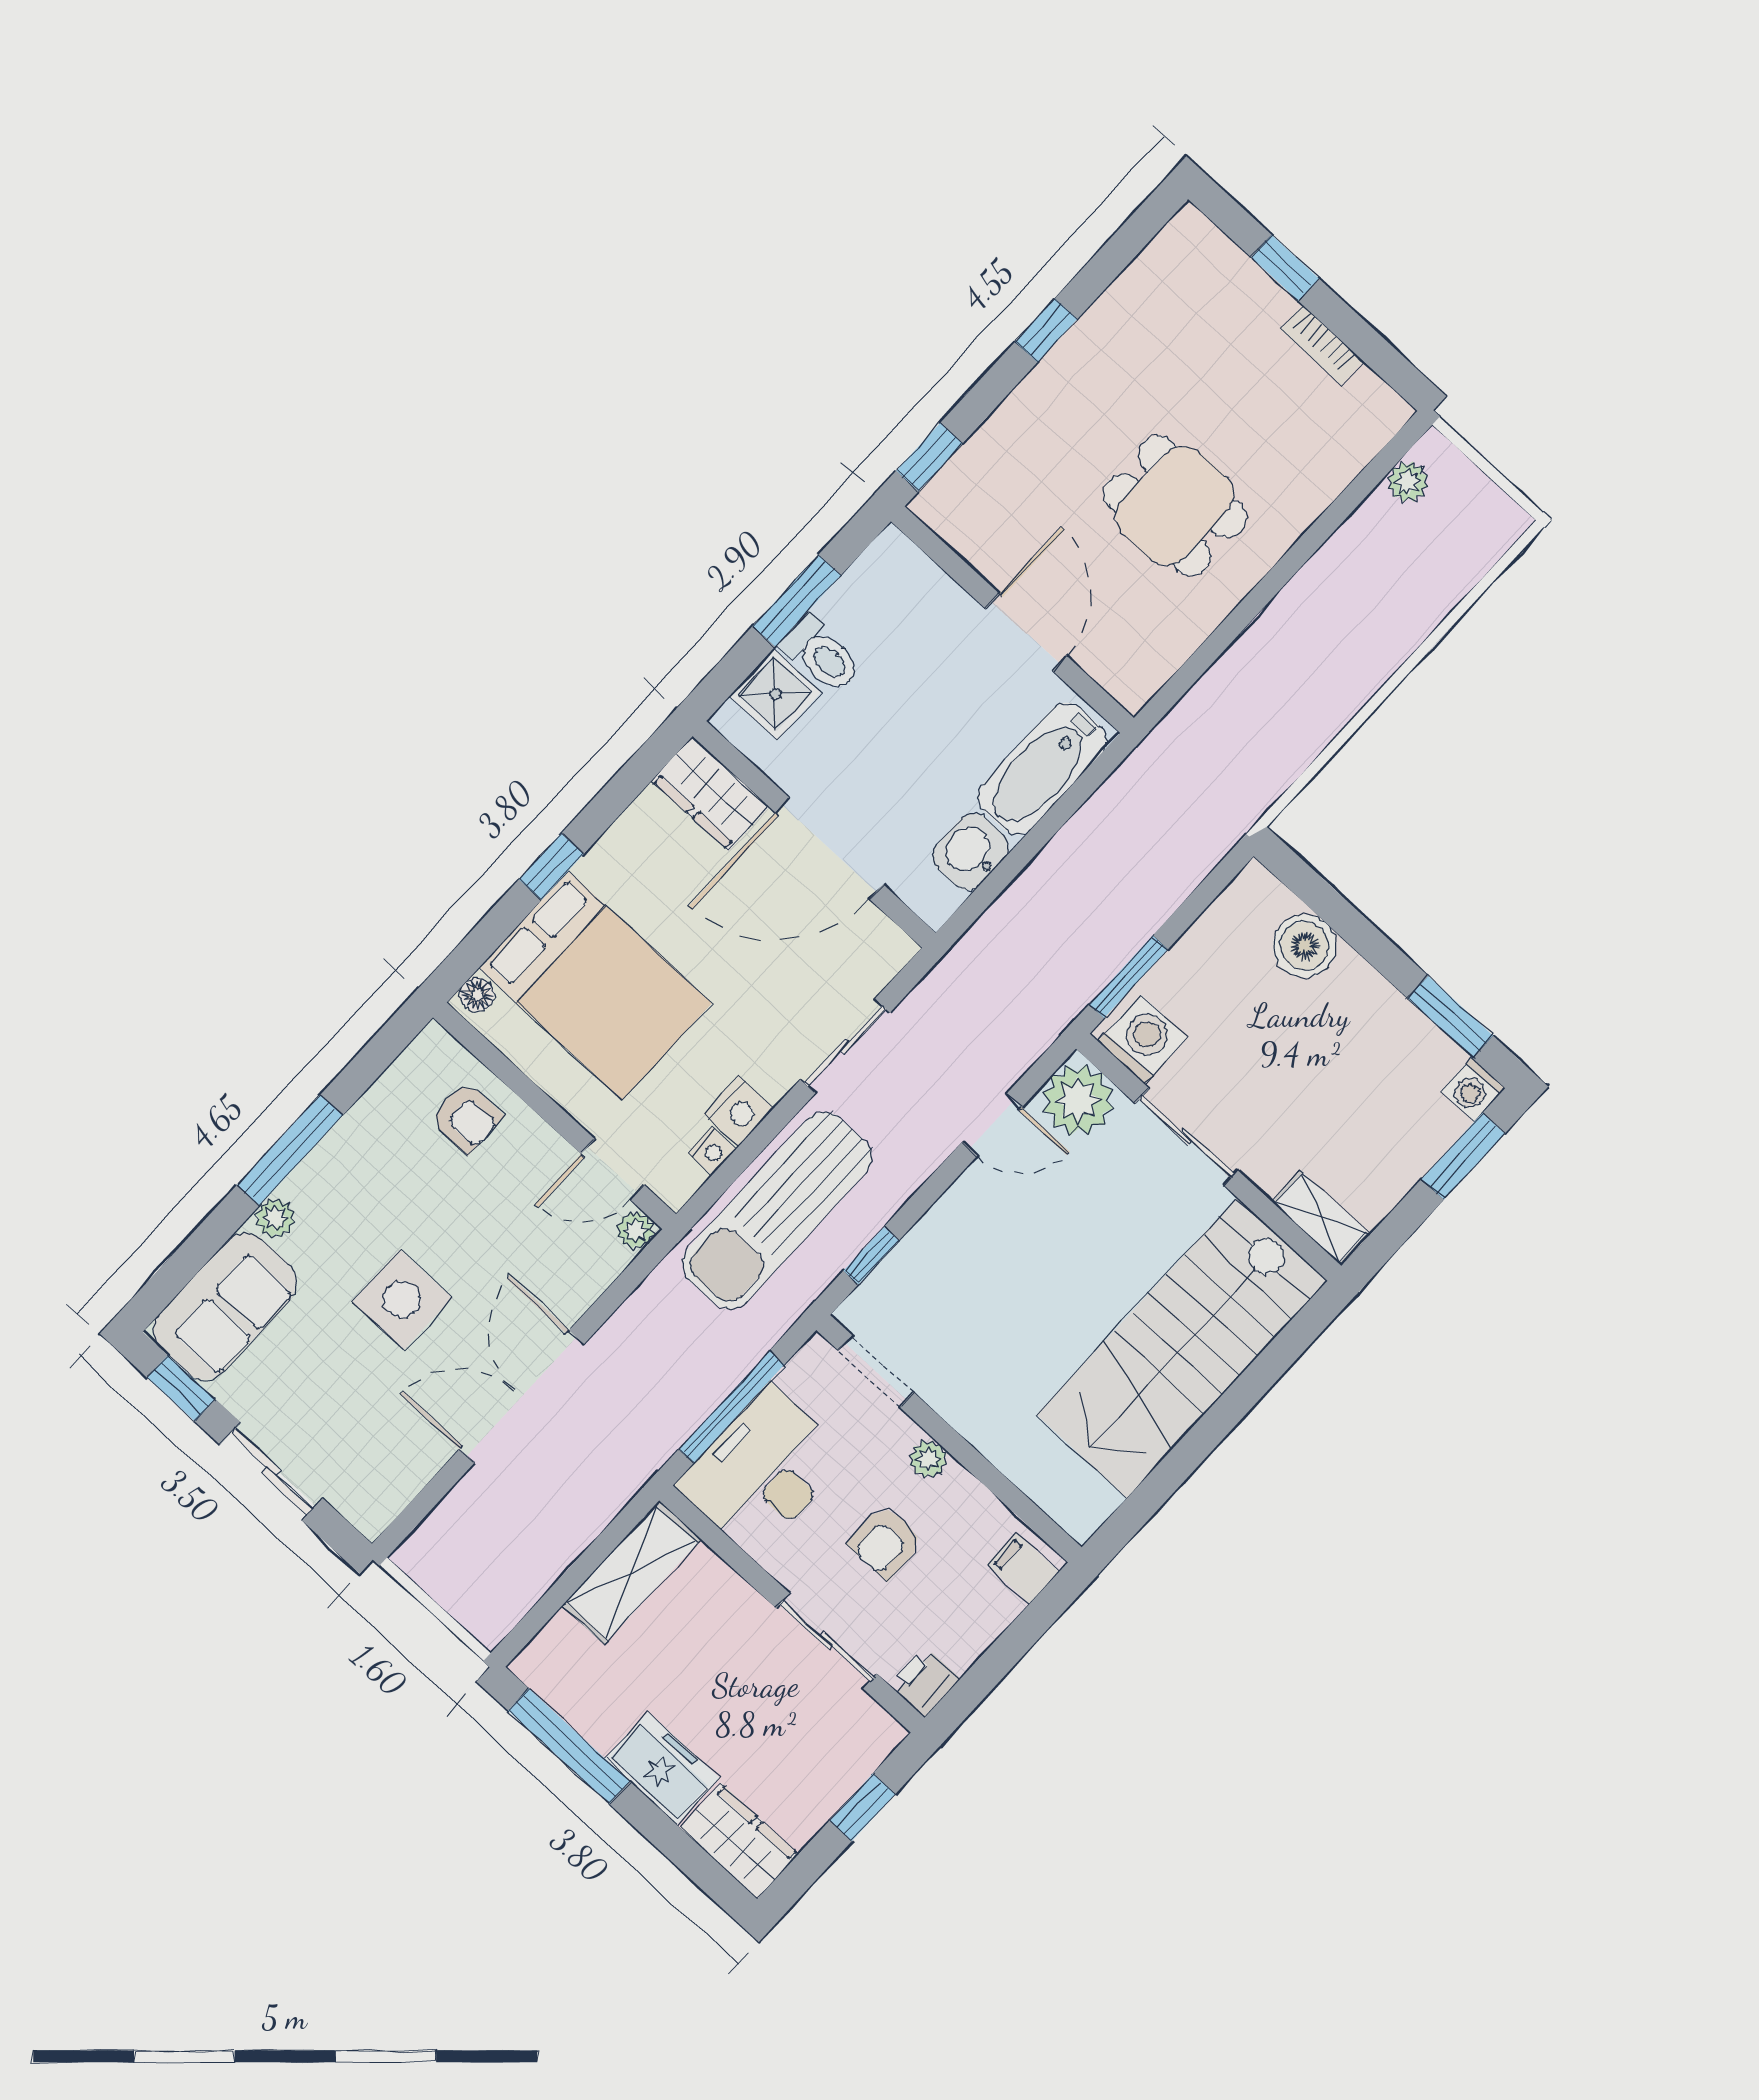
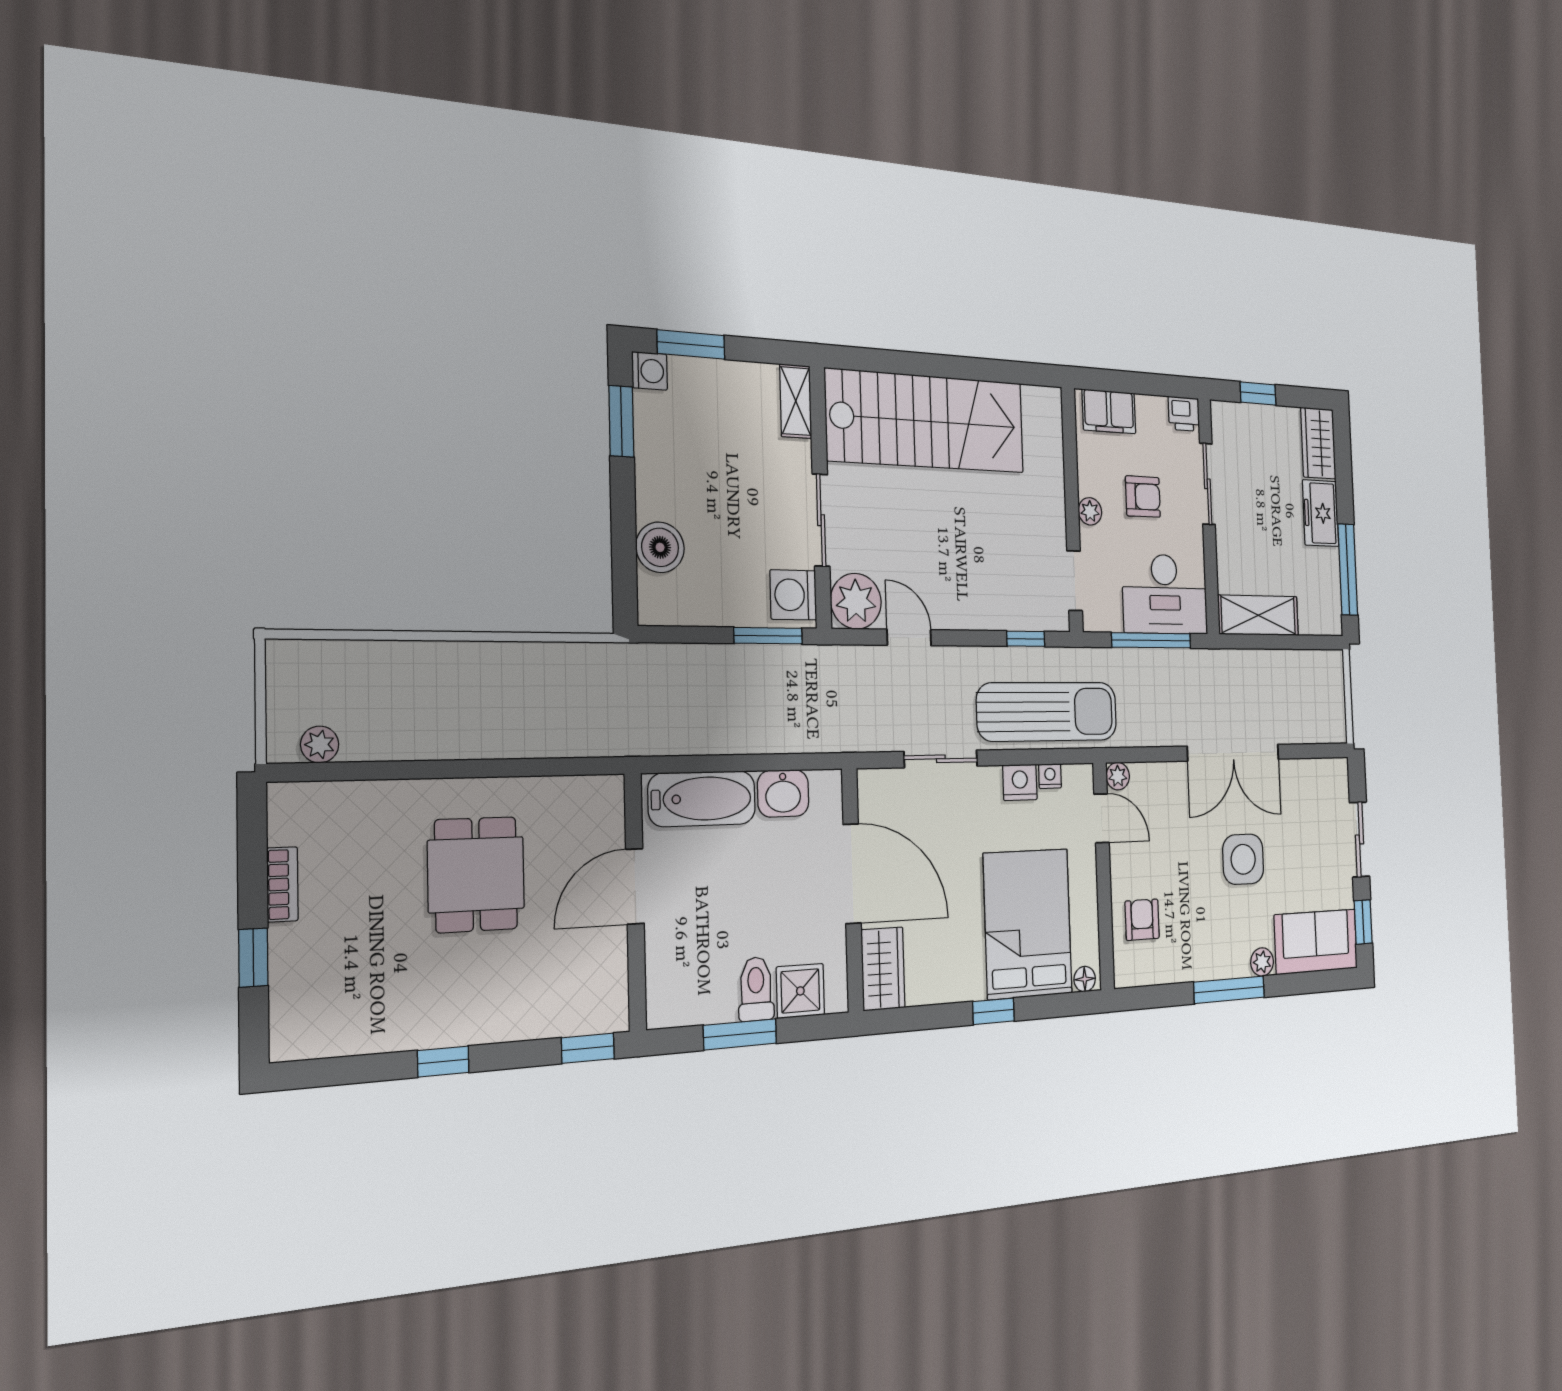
filing cabinet: (1023, 1568) -> (1109, 411), width x2.00

